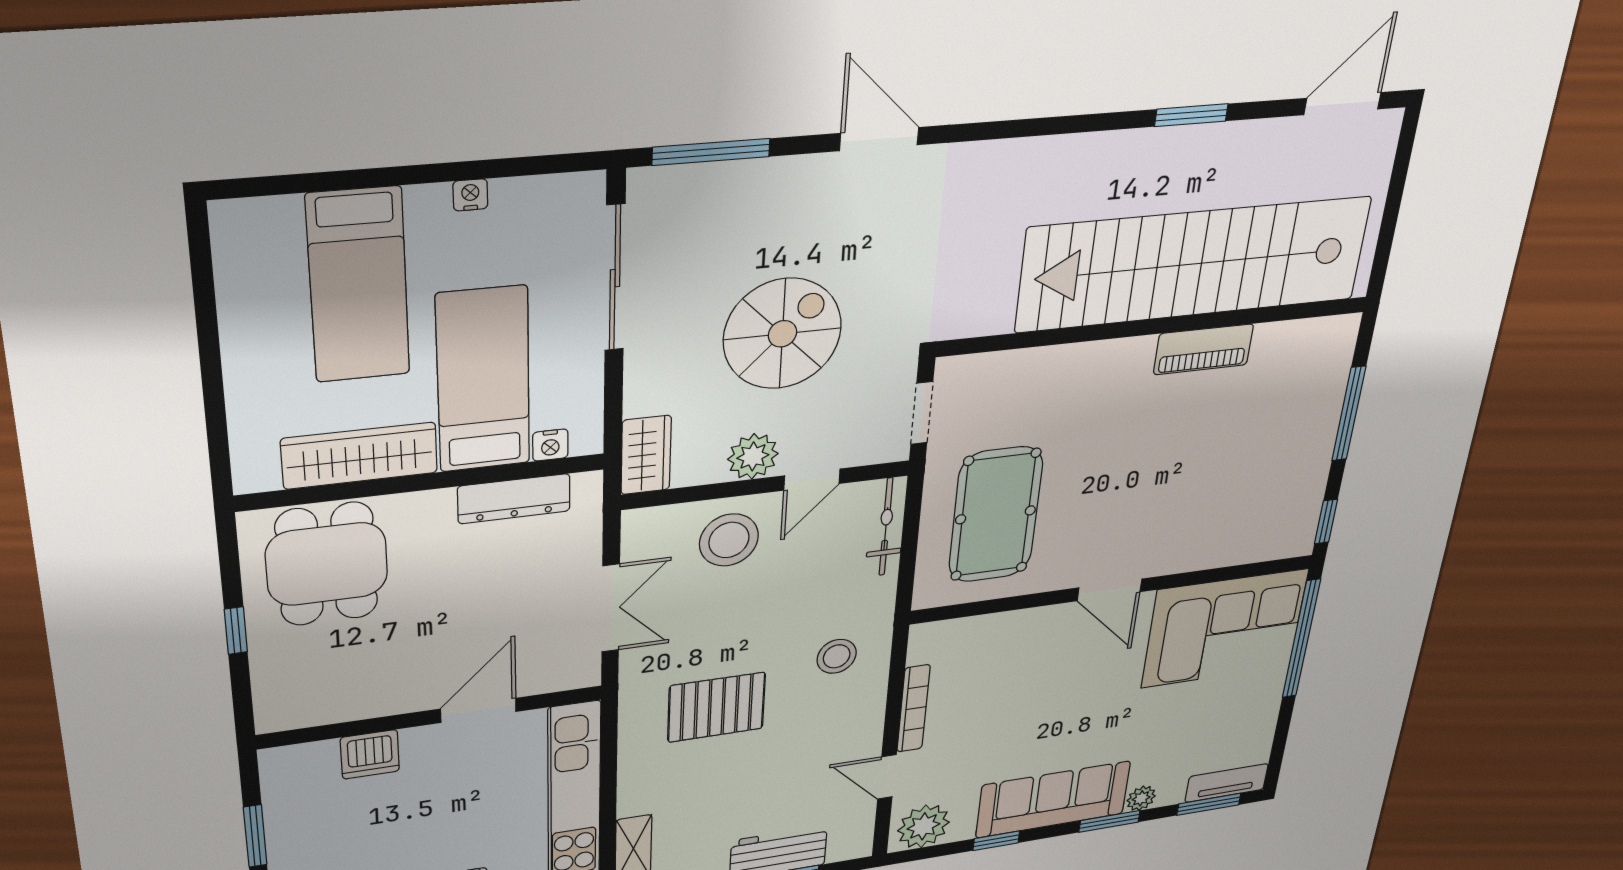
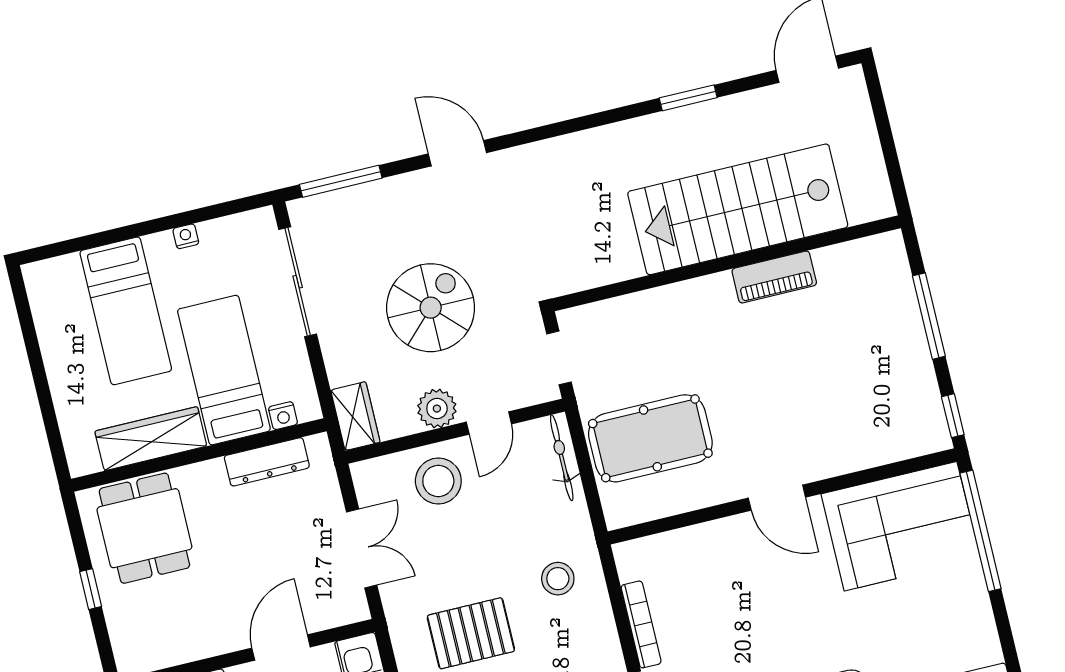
stairs: (1195, 264) -> (738, 209), width x0.73
pool table: (996, 515) -> (650, 438), turned 90

